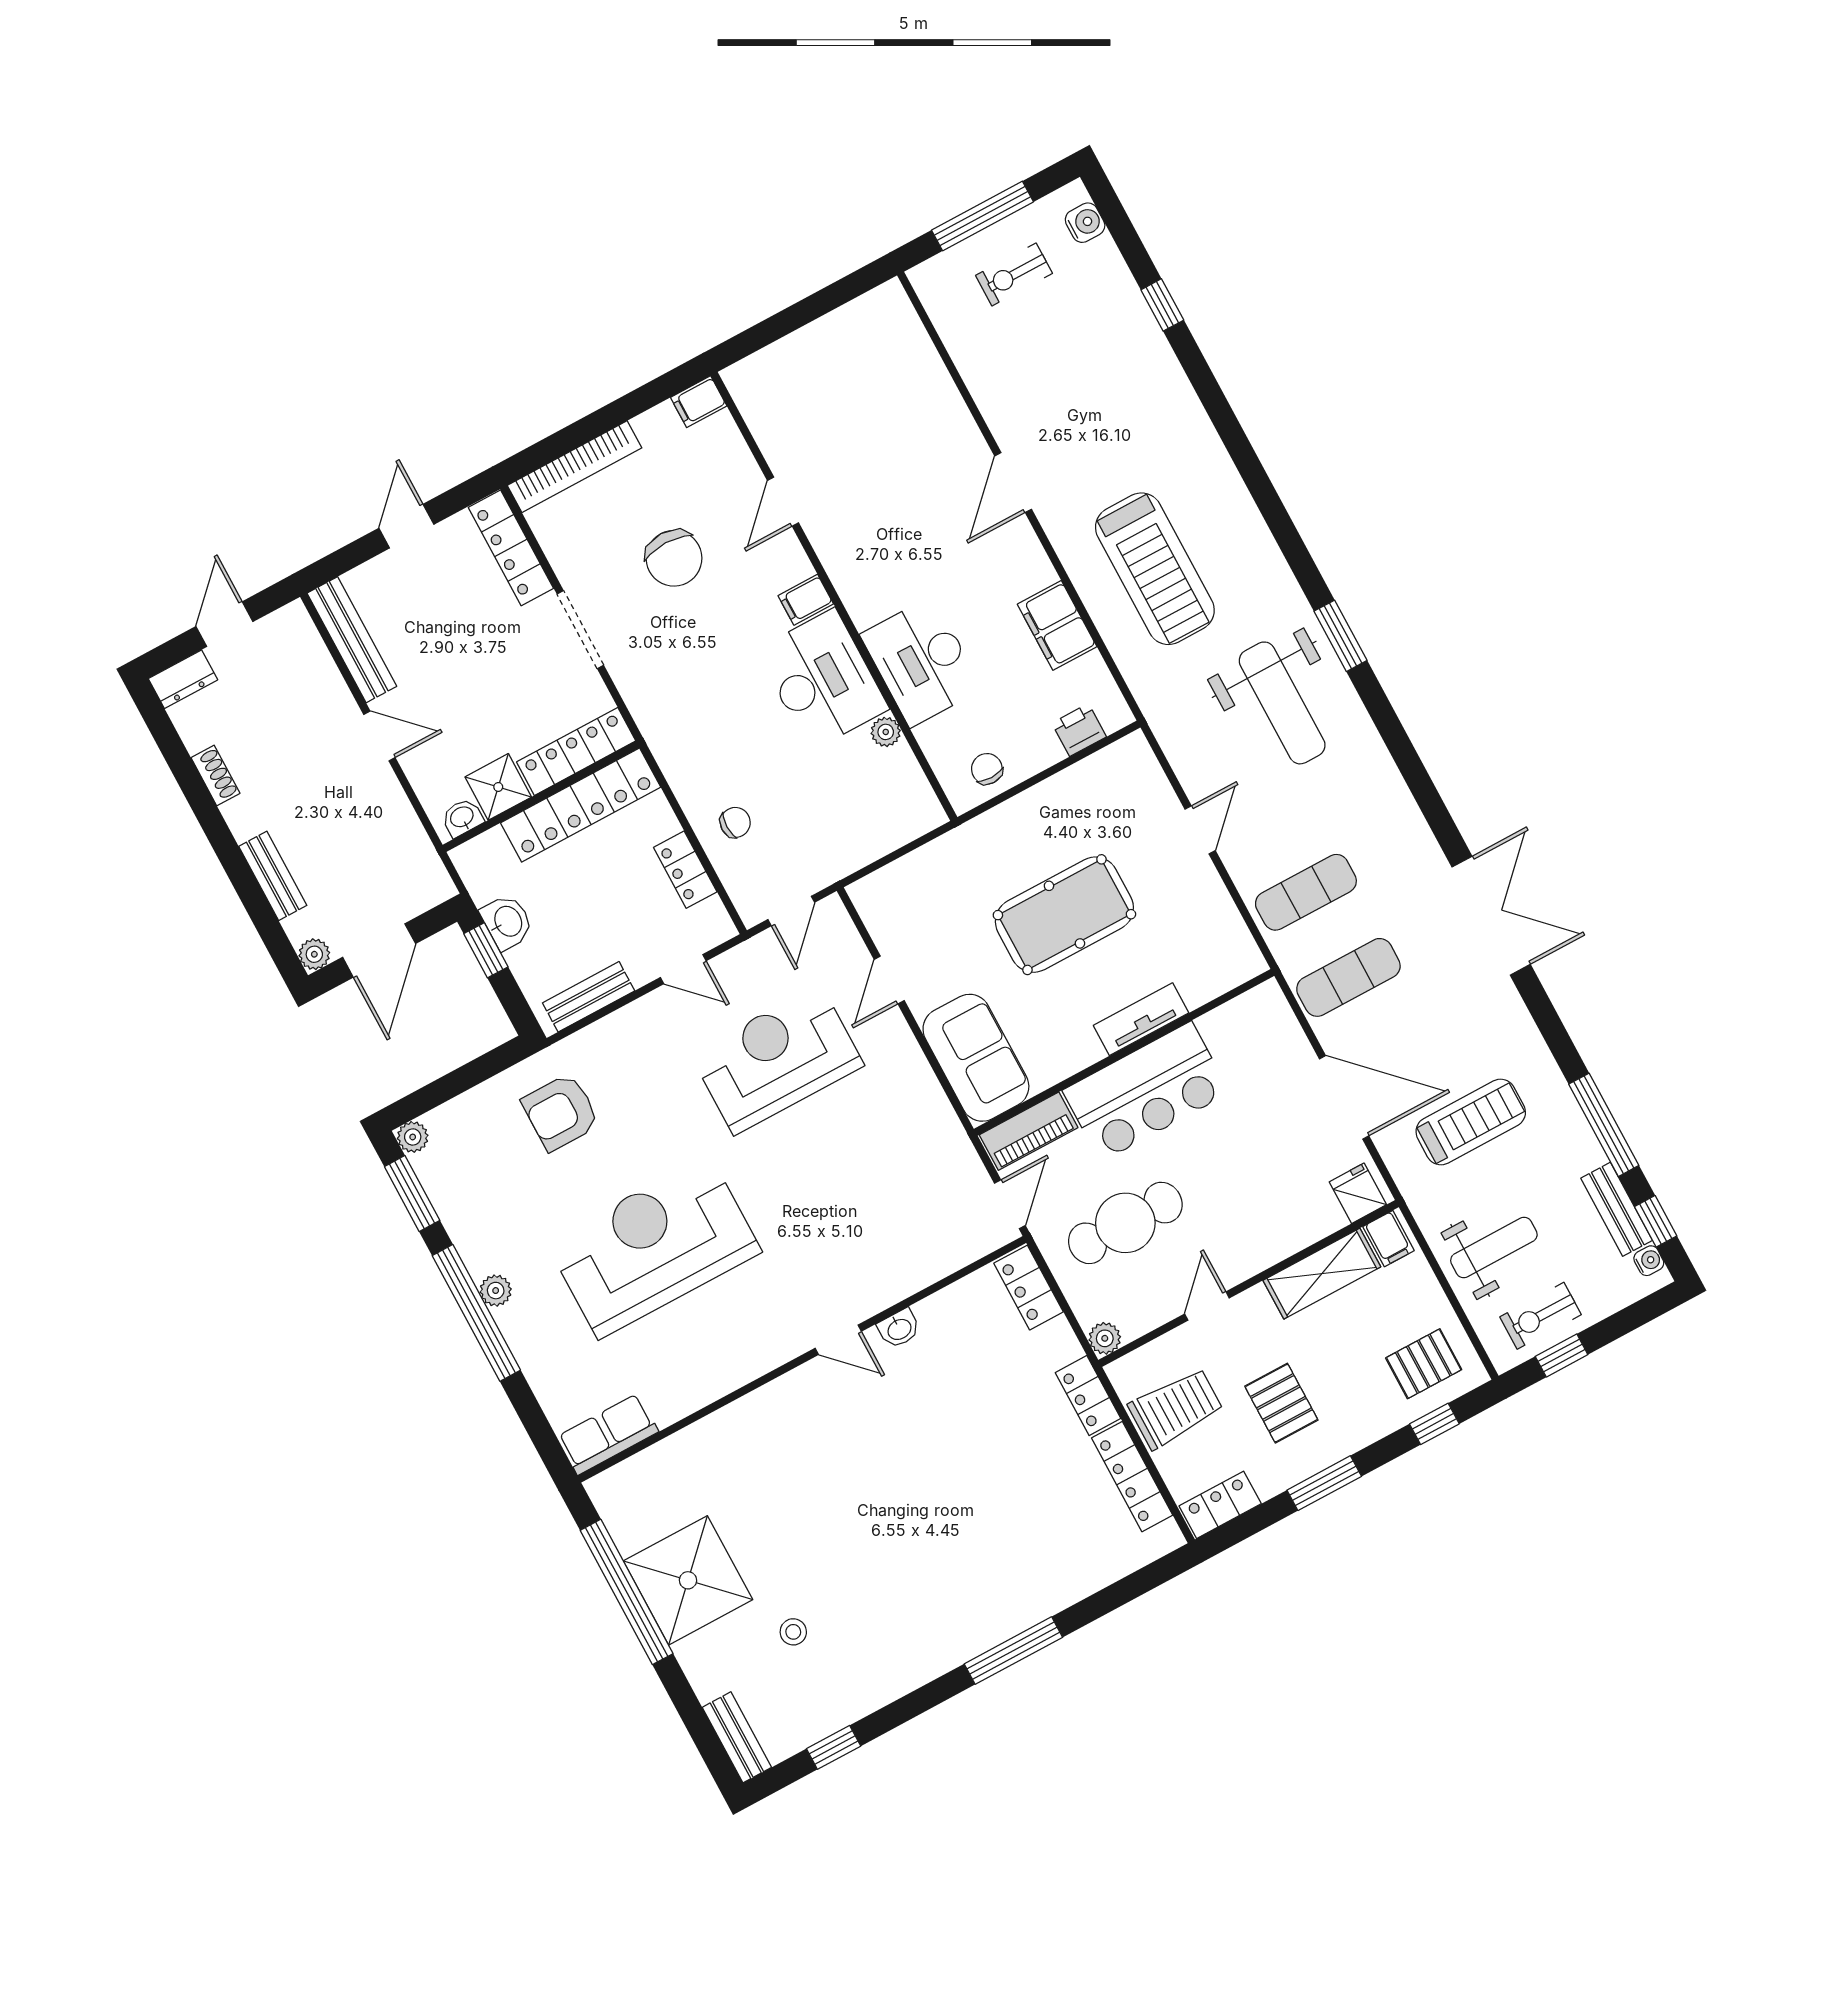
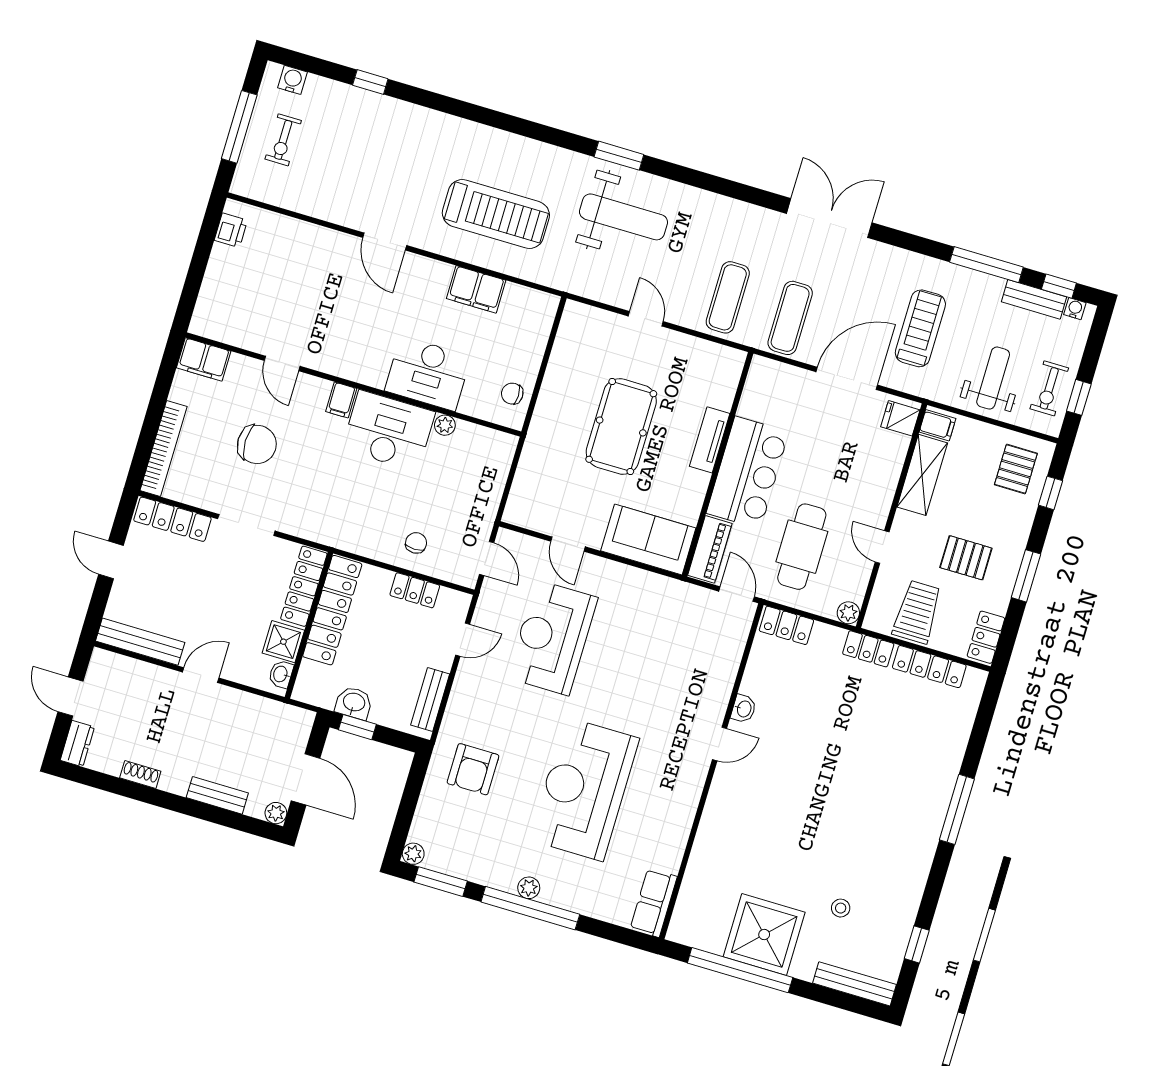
filing cabinet: (699, 402) -> (204, 360), width x2.00
printer: (1079, 730) -> (231, 230), moved, turned 180
bench: (737, 1737) -> (854, 984), width x1.36

